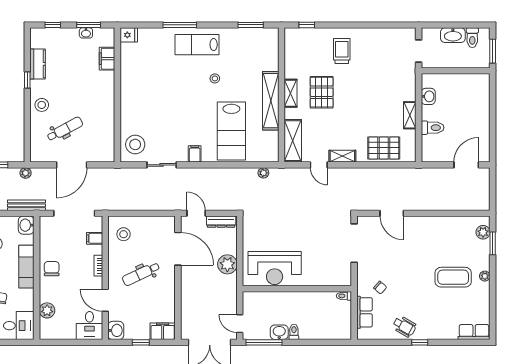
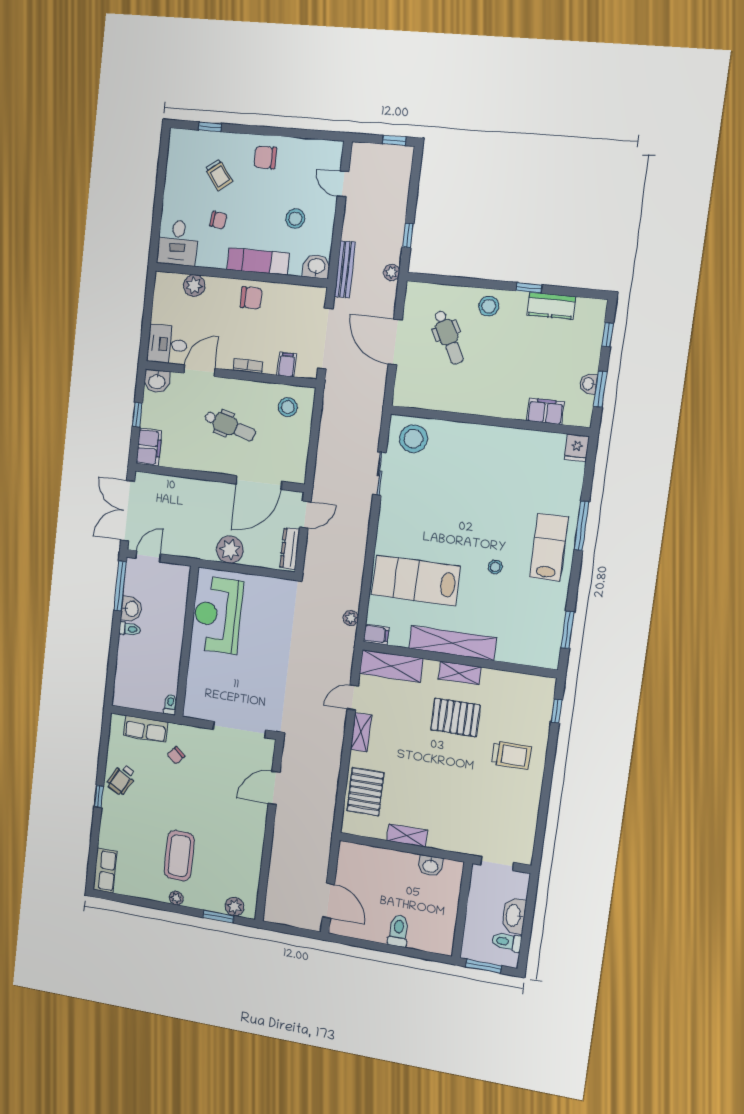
toilet: (433, 128) -> (398, 931), moved, turned 180
filing cabinet: (195, 154) -> (376, 634), moved
dental chair: (141, 274) -> (230, 426), turned 131

